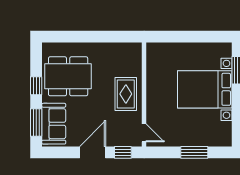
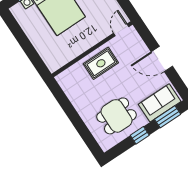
dining table: (68, 76) -> (117, 116), width x0.73
window: (123, 152) -> (147, 36), removed

